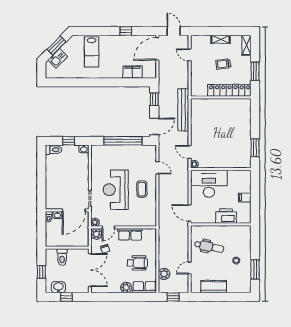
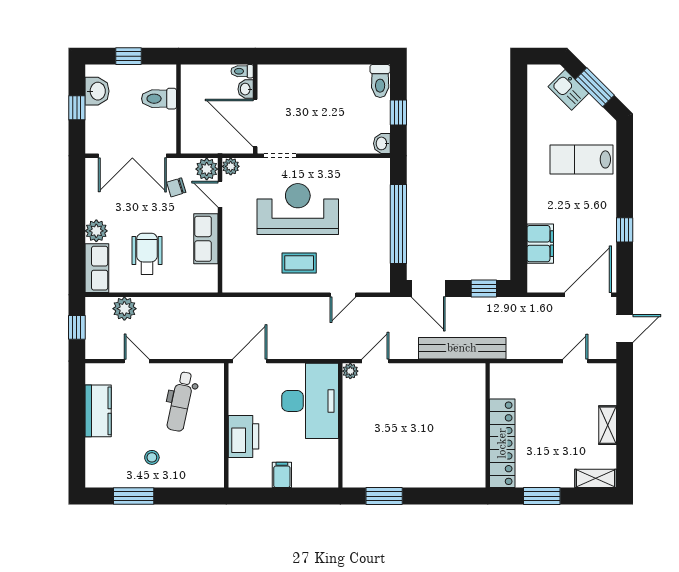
door: (157, 49) -> (588, 295), hinge flipped
trolley: (223, 64) -> (557, 431), removed
wheelchair: (137, 263) -> (147, 254), turned 180

